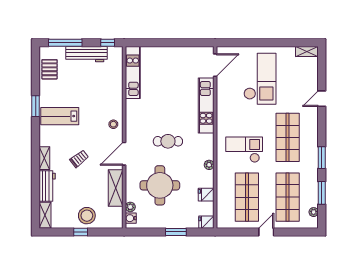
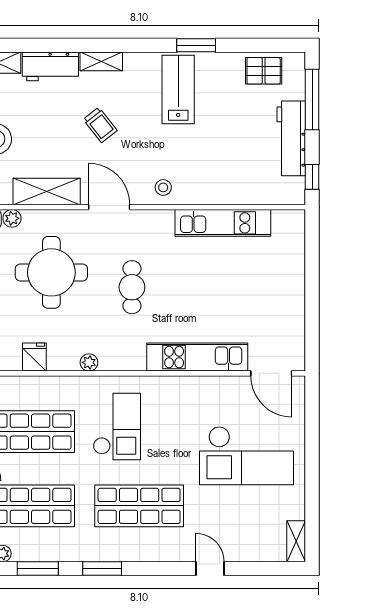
kitchen unit: (133, 73) -> (223, 223), moved

